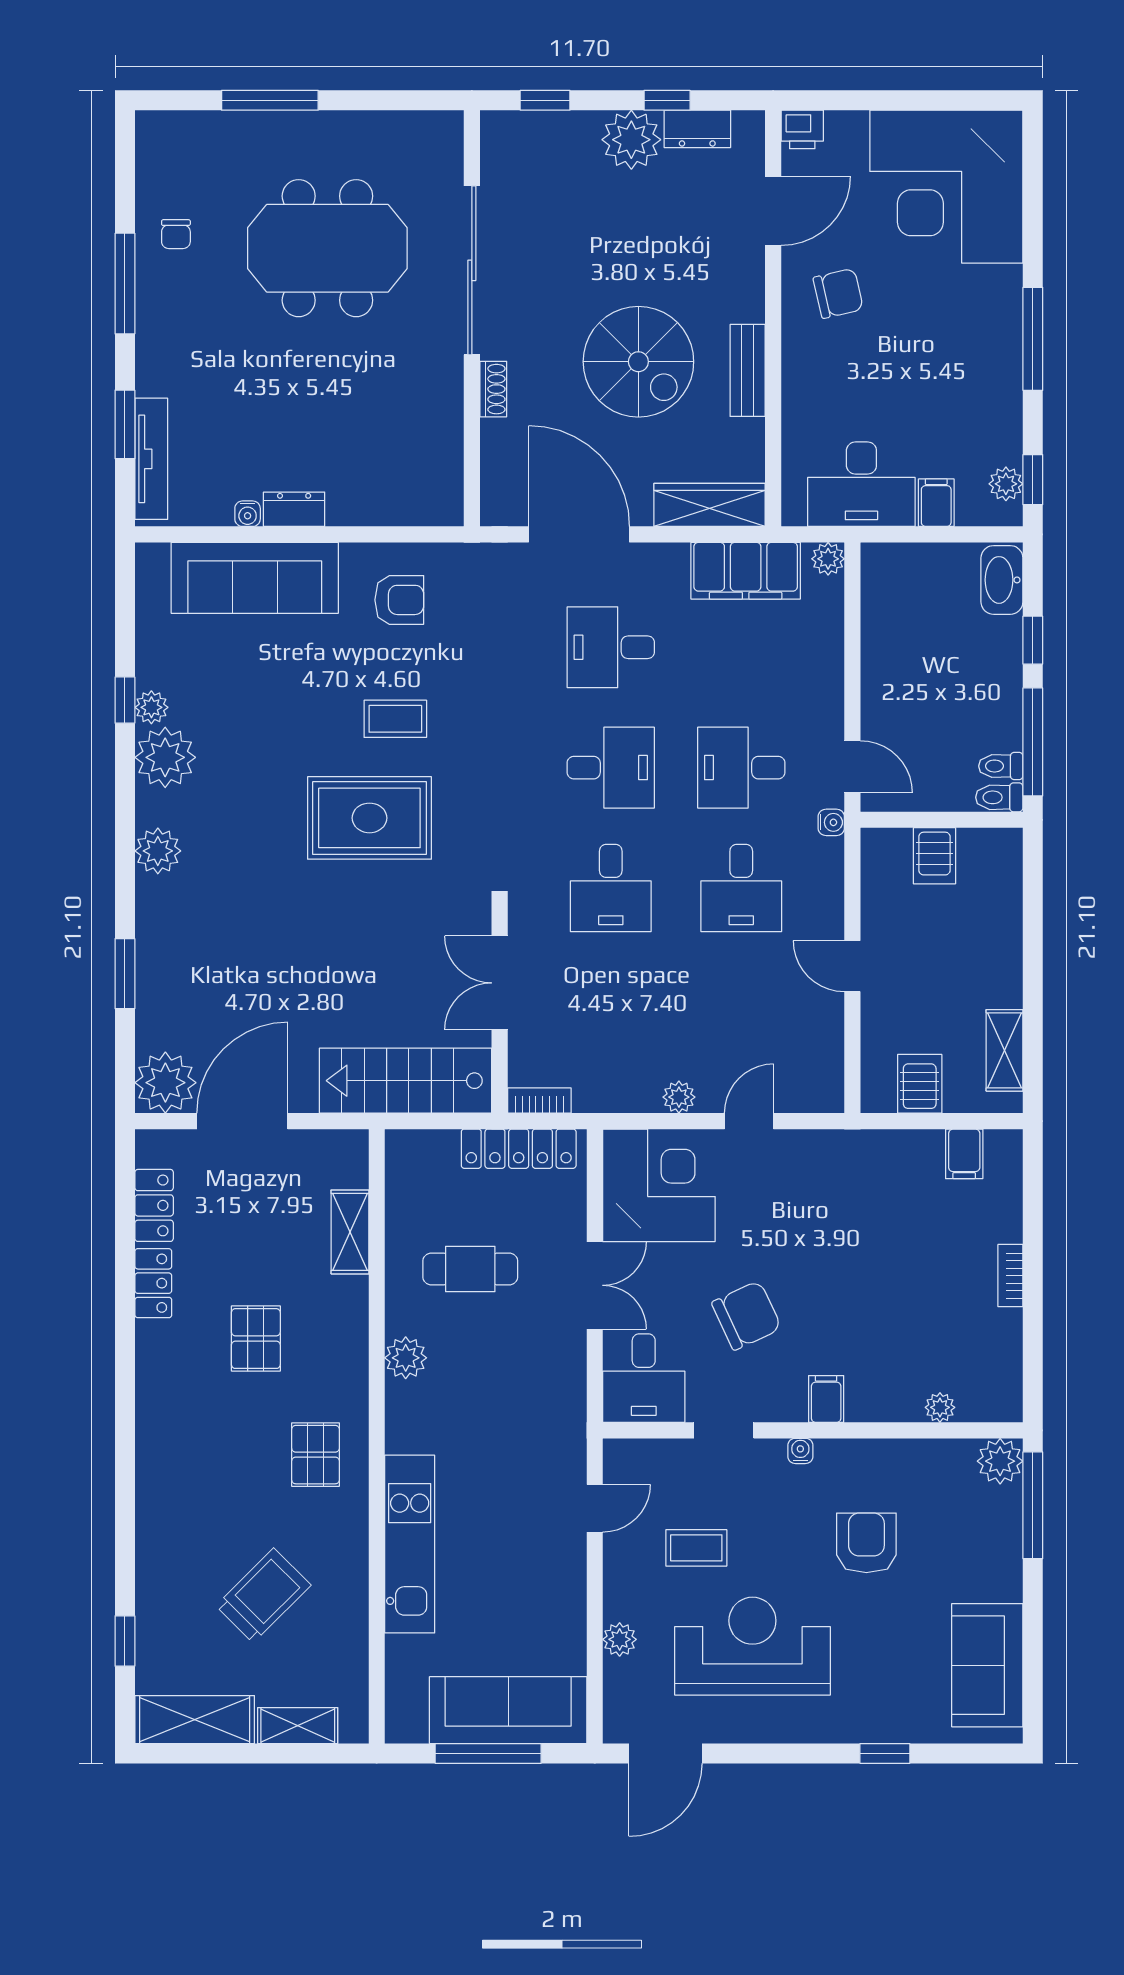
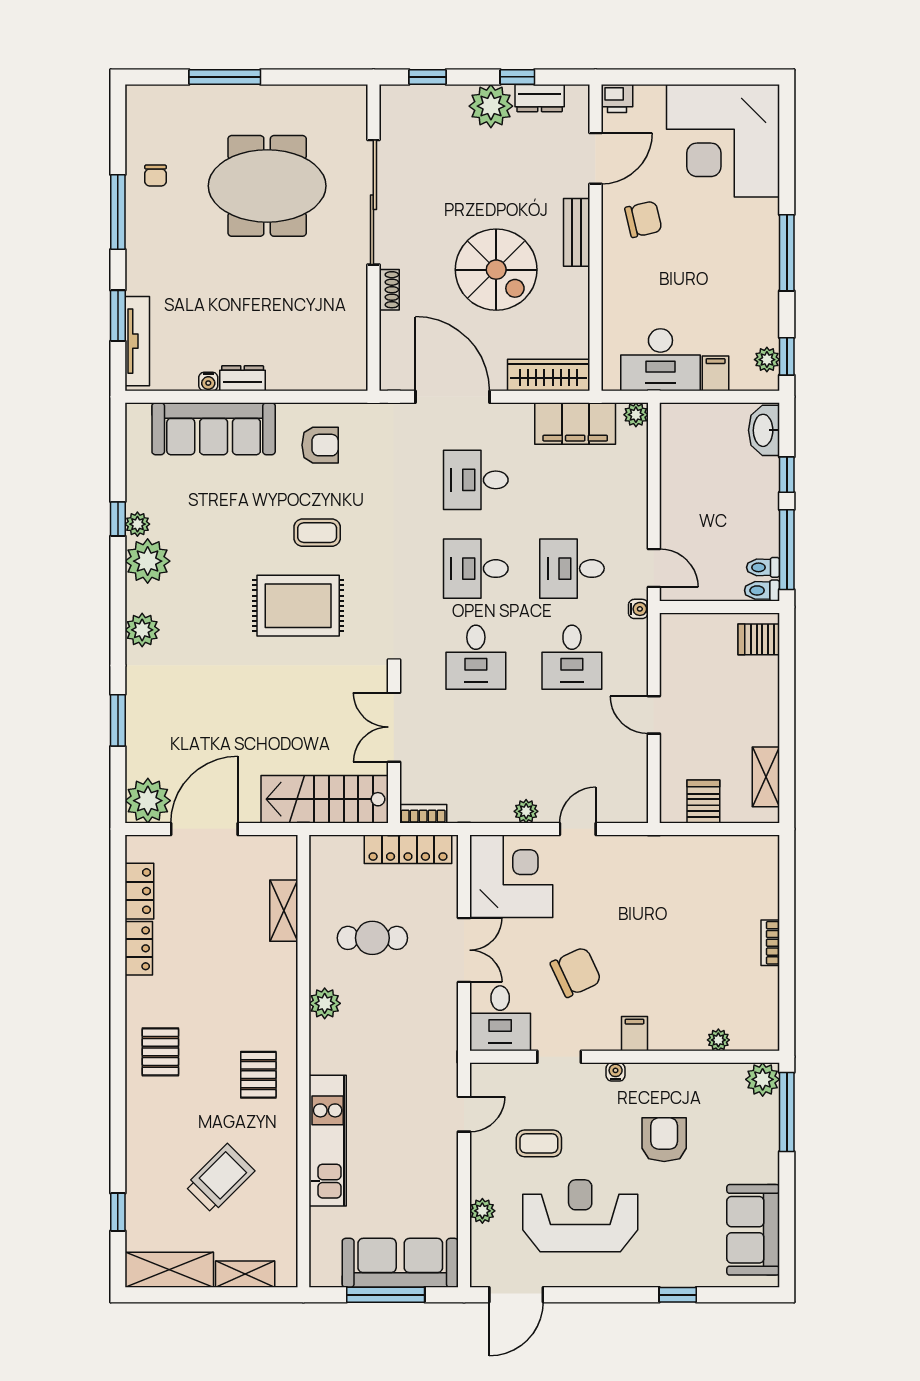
bench: (748, 370) -> (577, 232), moved
desk: (611, 768) -> (476, 569), turned 180
server rack: (934, 856) -> (759, 639), moved, turned 90
filing cabinet: (964, 1154) -> (736, 853), removed
pallet: (256, 1339) -> (160, 1052), moved

